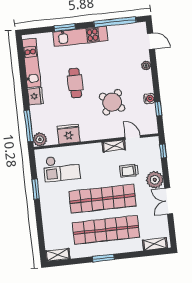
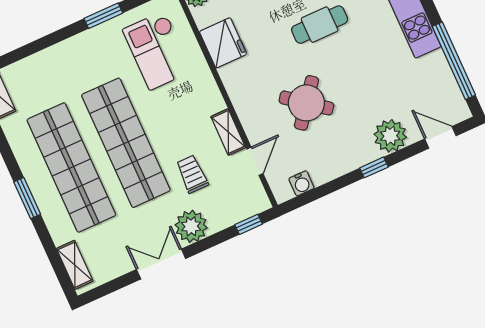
door: (151, 41) -> (440, 137), swing flipped
plant: (146, 65) -> (390, 136), width x1.87, depth x1.87
water cooler: (149, 99) -> (301, 183), moved
window: (158, 109) -> (374, 167), moved
window: (103, 258) -> (27, 198), moved

